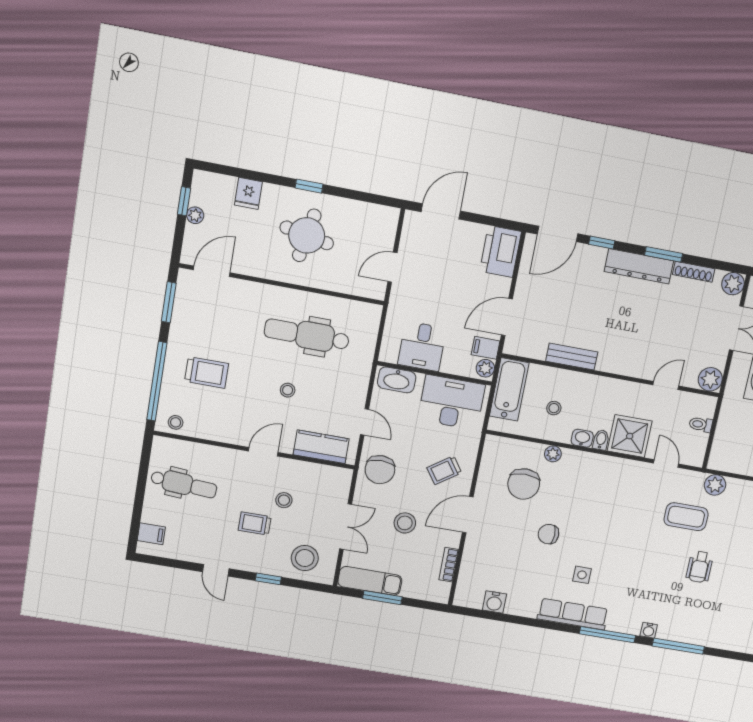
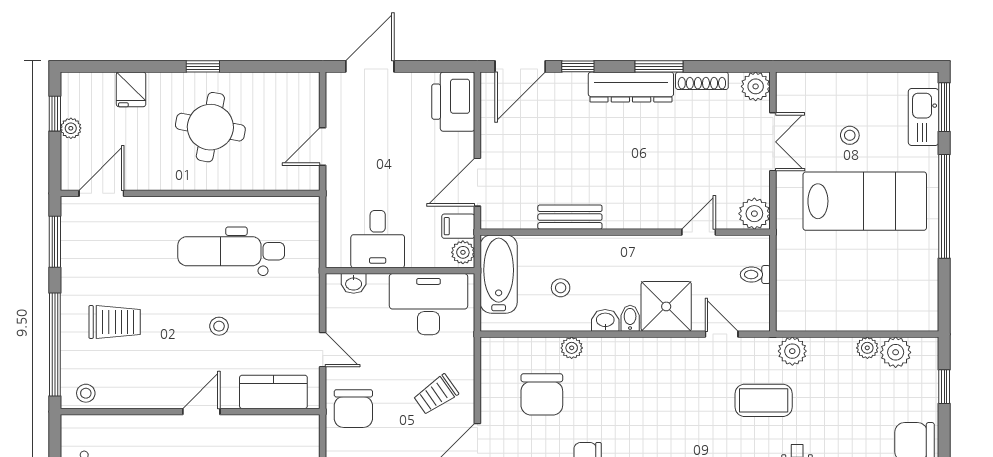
washbasin: (397, 380) -> (354, 283), width x0.52, depth x0.69

